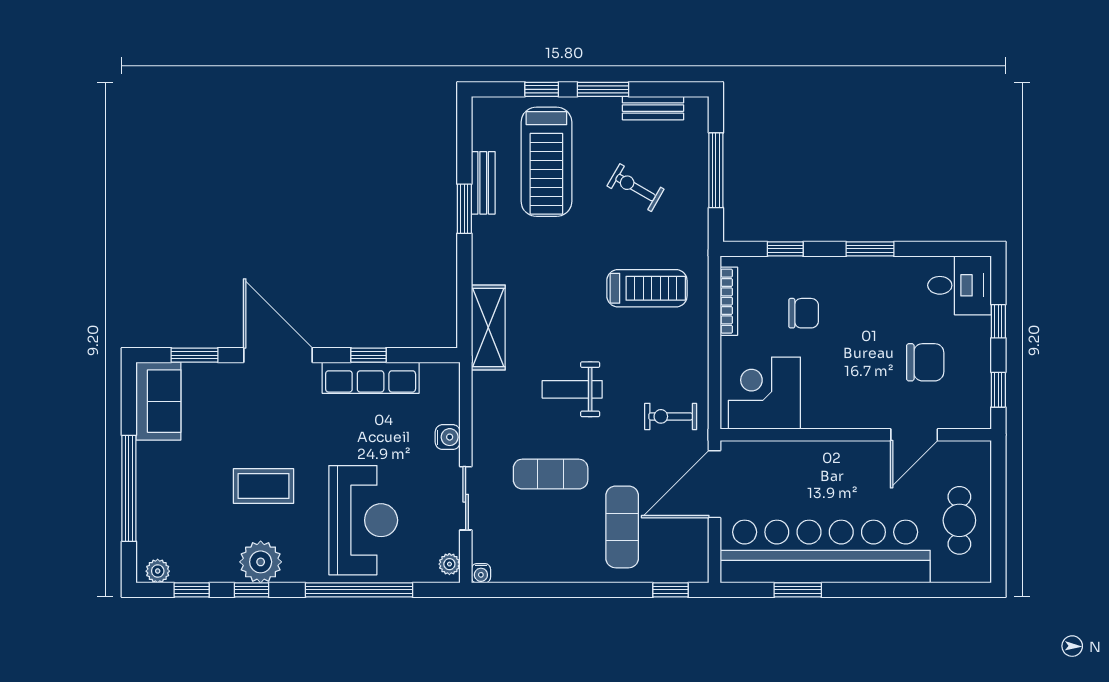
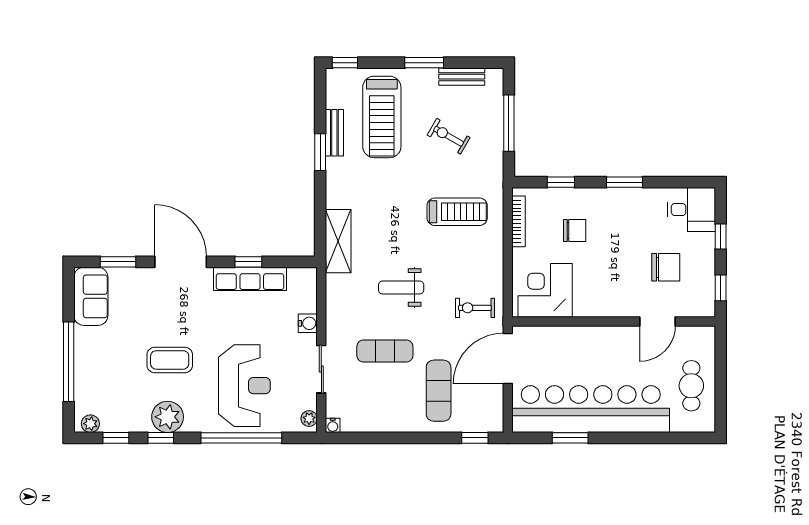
window: (542, 89) -> (345, 63), moved

